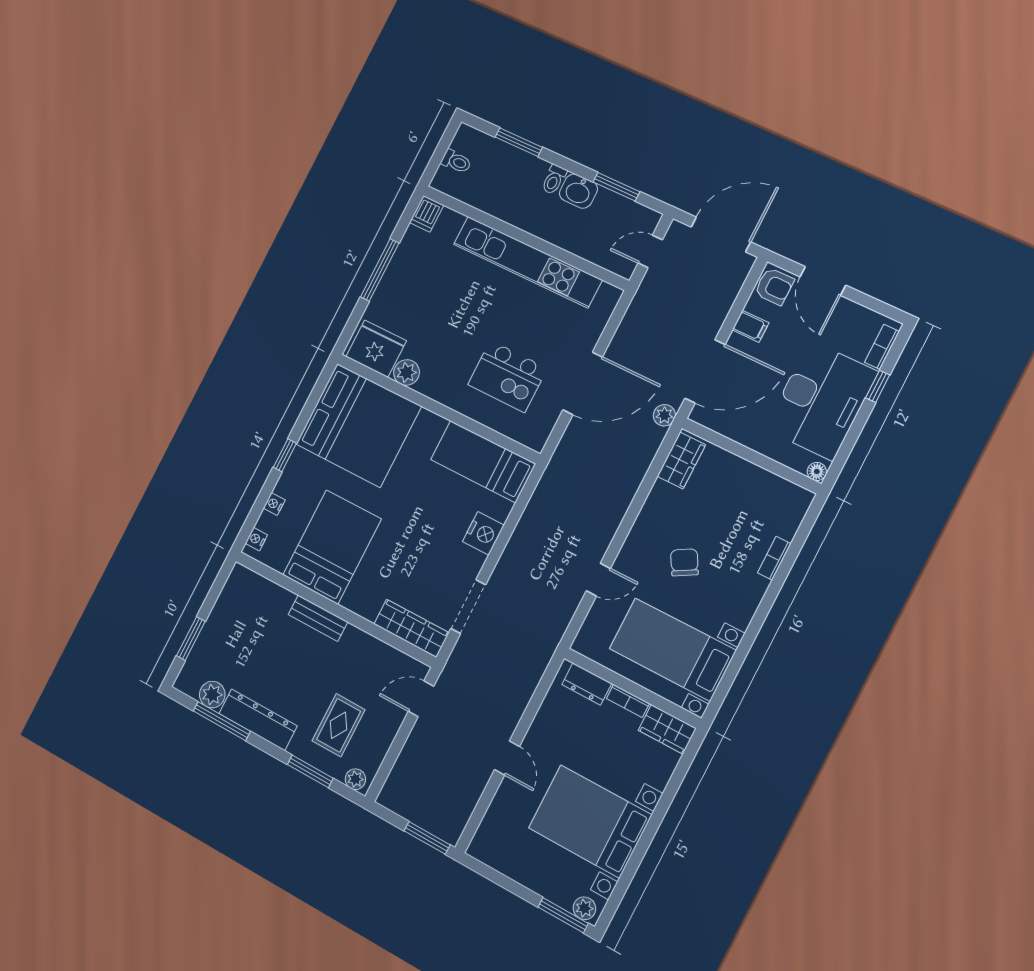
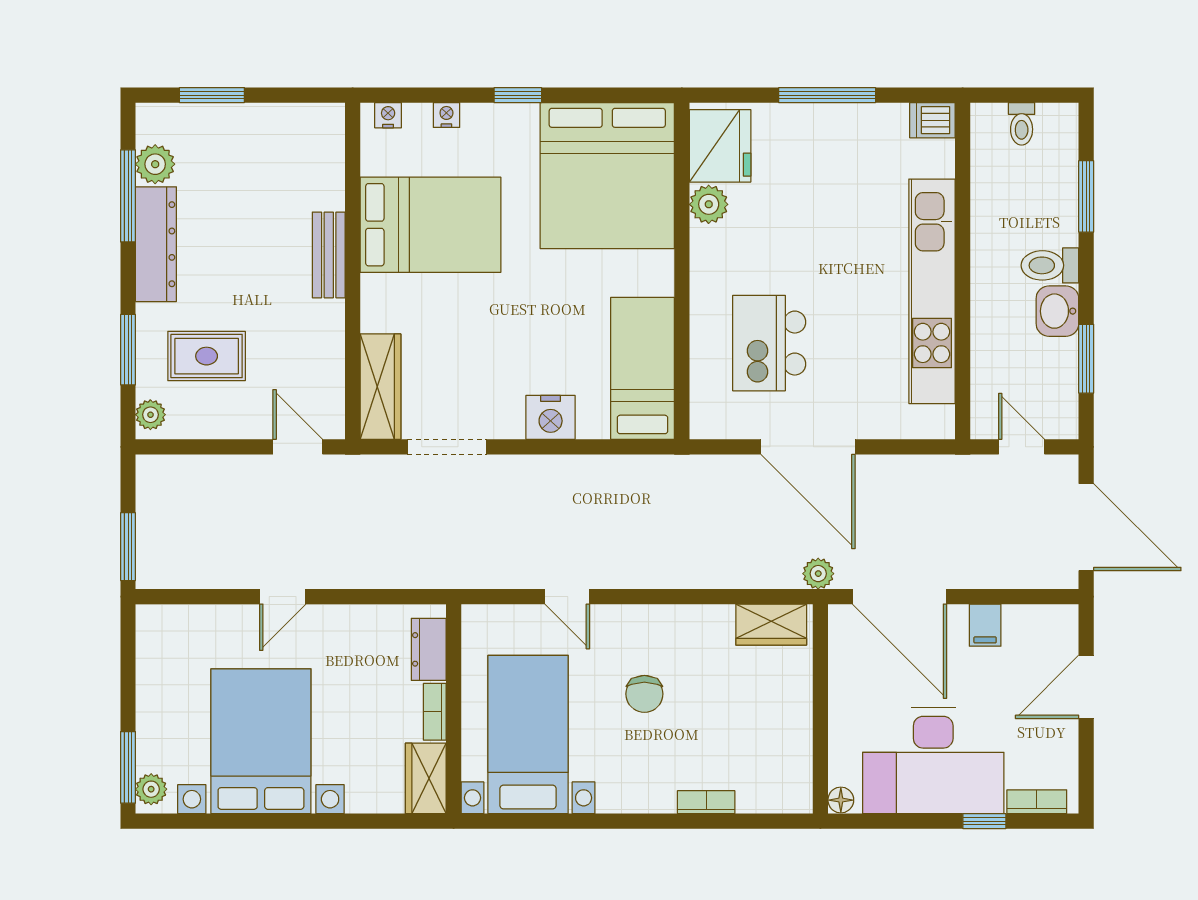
toilet: (554, 179) -> (1050, 265), width x1.37, depth x1.39
armchair: (774, 286) -> (1051, 629), removed
chair: (684, 562) -> (644, 694), turned 120

